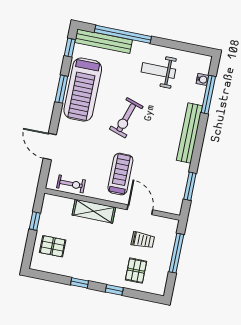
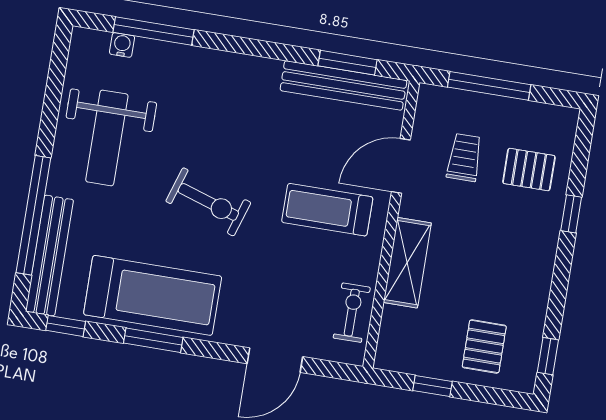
weight bench: (158, 71) -> (107, 138), width x1.36, depth x1.33
bench: (189, 133) -> (343, 85), moved
window: (80, 283) -> (548, 356), moved

